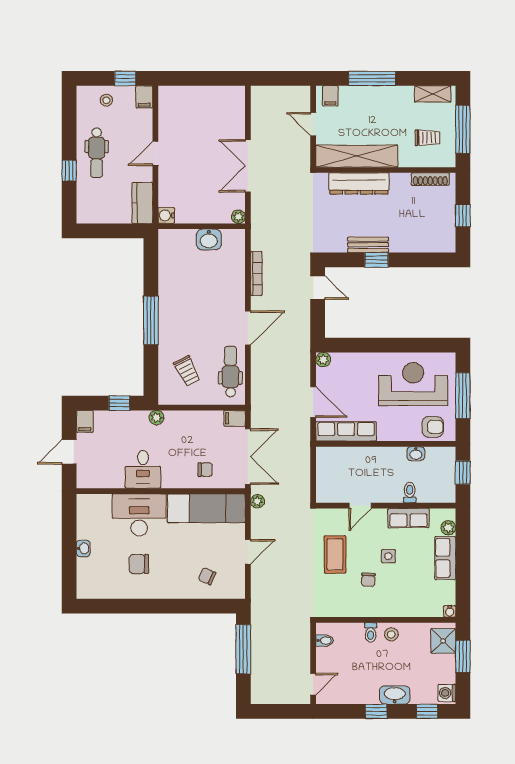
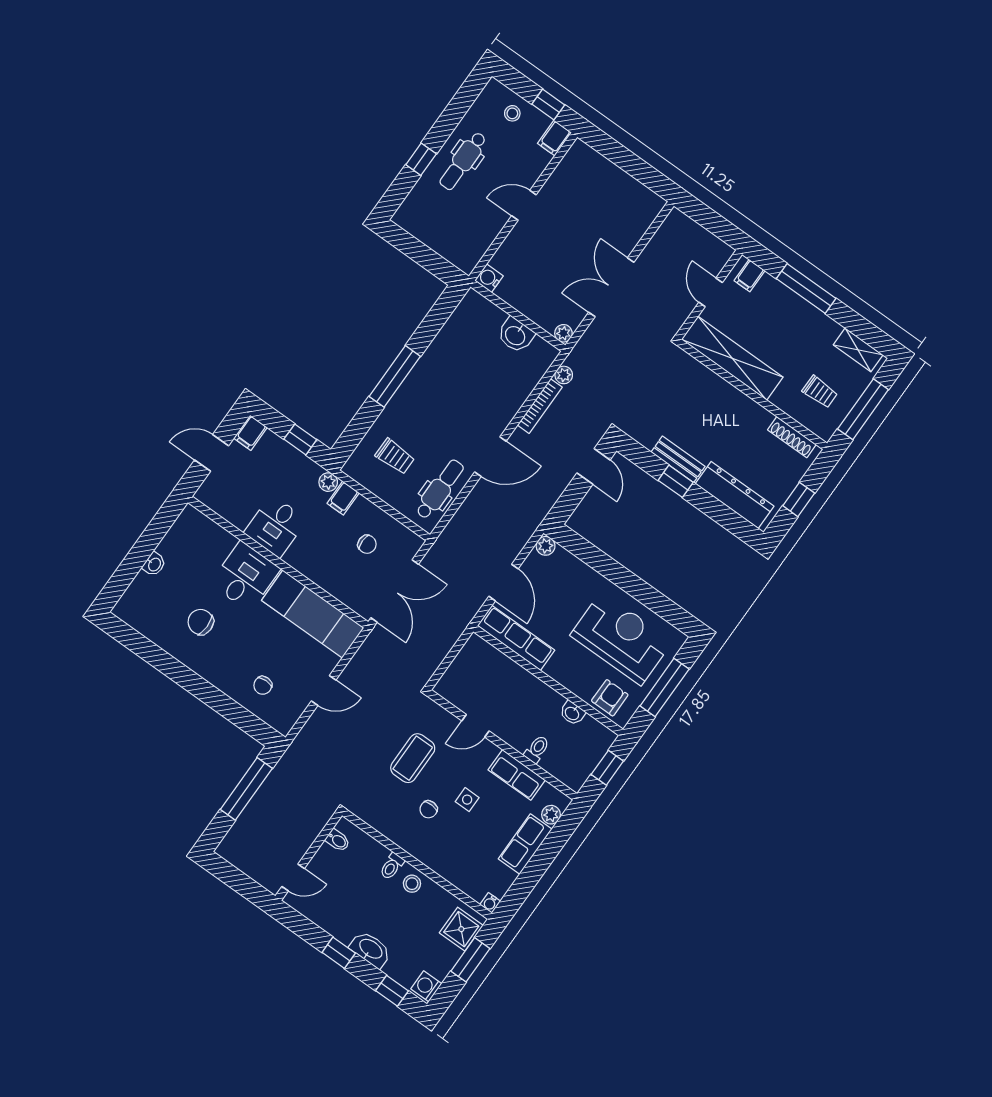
dresser: (359, 183) -> (735, 495), moved, turned 180
kitchen counter: (142, 203) -> (473, 247), removed
trolley: (187, 371) -> (395, 456), turned -63
filing cabinet: (235, 418) -> (343, 498), moved, turned -90
armchair: (433, 427) -> (610, 698), turned -90
chair: (205, 470) -> (367, 544), moved
plant: (257, 501) -> (564, 375), moved
desk: (139, 515) -> (245, 576), width x0.73
chair: (207, 576) -> (263, 685), turned -114

